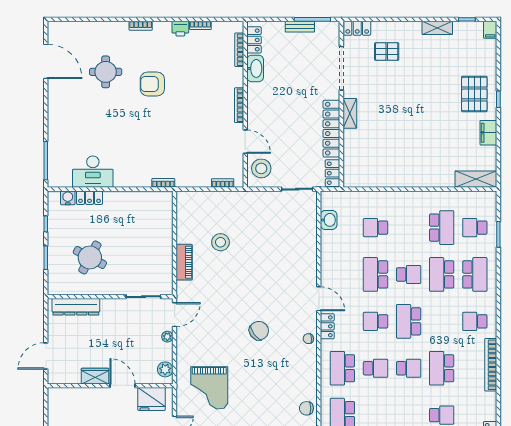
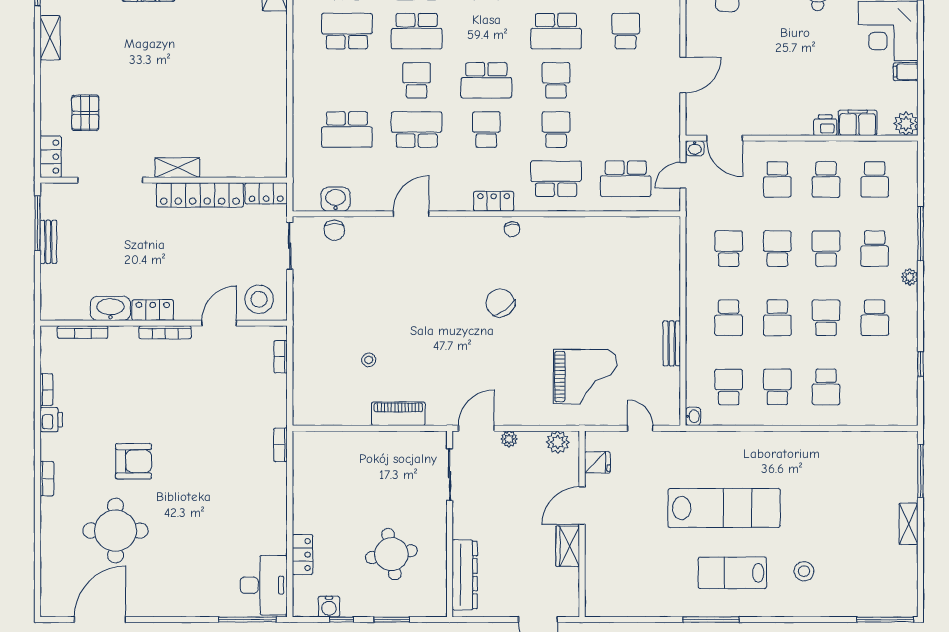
locker: (254, 40) -> (153, 310), moved
round table: (106, 72) -> (115, 531), width x1.36, depth x1.36
armchair: (152, 84) -> (134, 461), turned -90
desk: (93, 172) -> (264, 585), moved
water cooler: (68, 198) -> (329, 607), moved, turned -90
school desk: (375, 228) -> (347, 130), width x1.85
stool: (220, 242) -> (369, 360), width x0.53, depth x0.53
round table: (90, 257) -> (391, 554), turned -38
school desk: (375, 274) -> (417, 130), turned 180
door: (319, 299) -> (411, 214), moved
door: (175, 315) -> (476, 428), hinge flipped
school desk: (375, 321) -> (486, 130), turned 180
school desk: (342, 368) -> (556, 179), turned 180
fridge: (152, 399) -> (597, 462), width x0.53, depth x0.75
chair: (306, 408) -> (334, 230), moved

